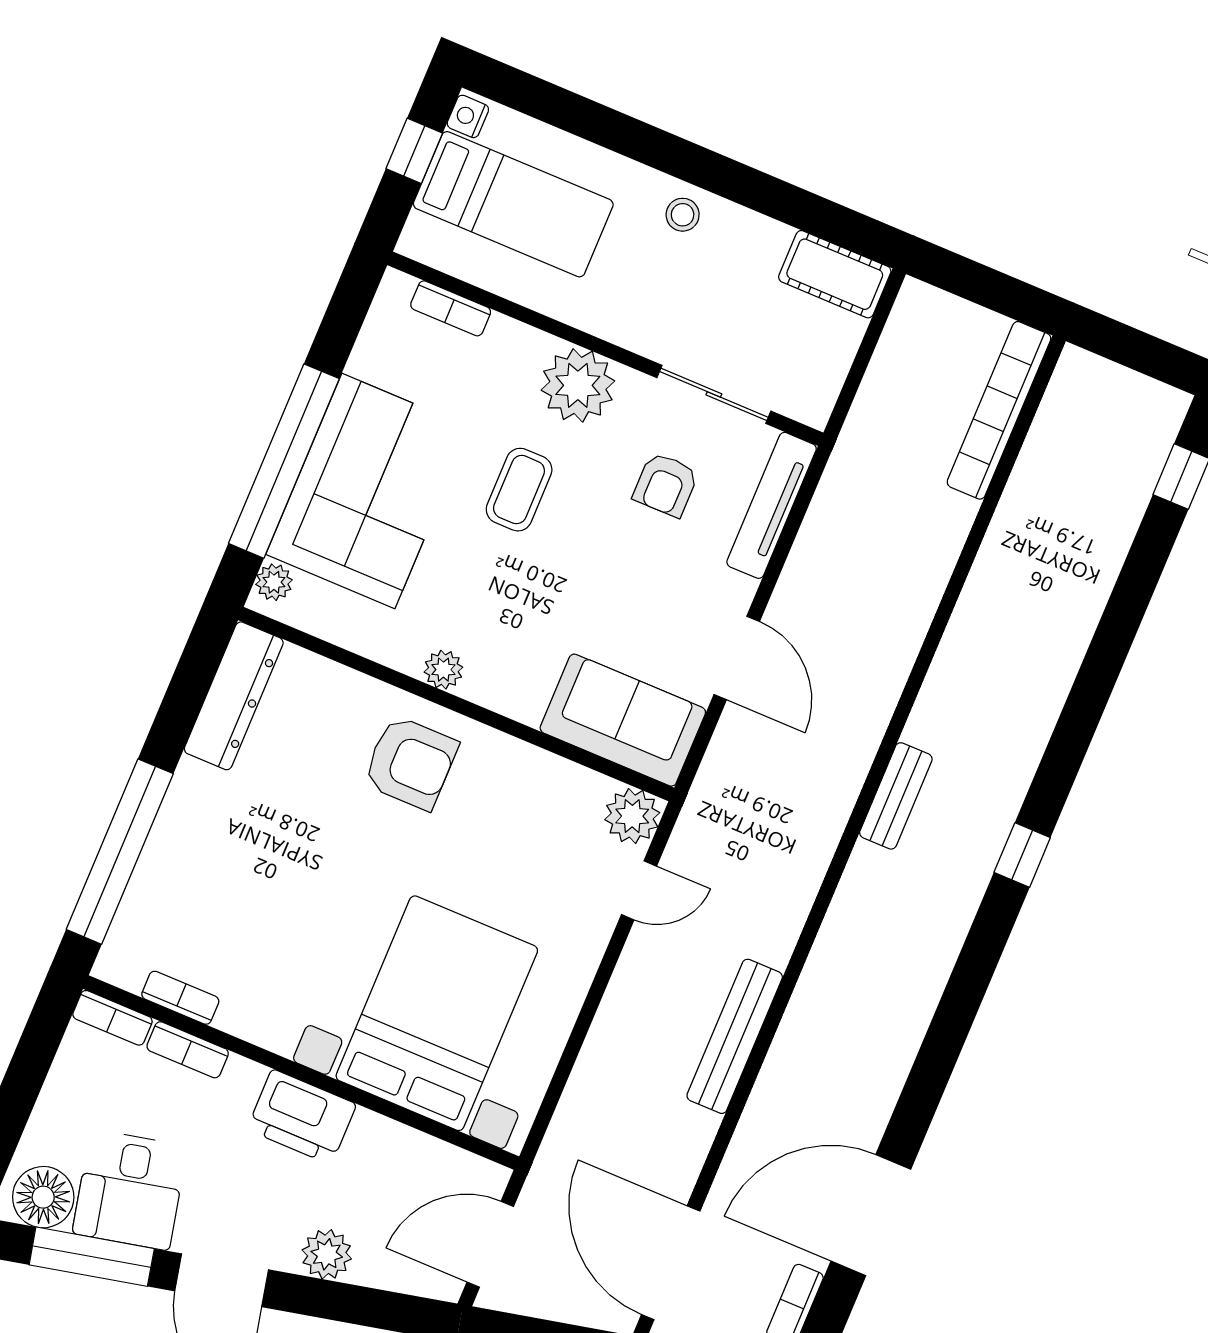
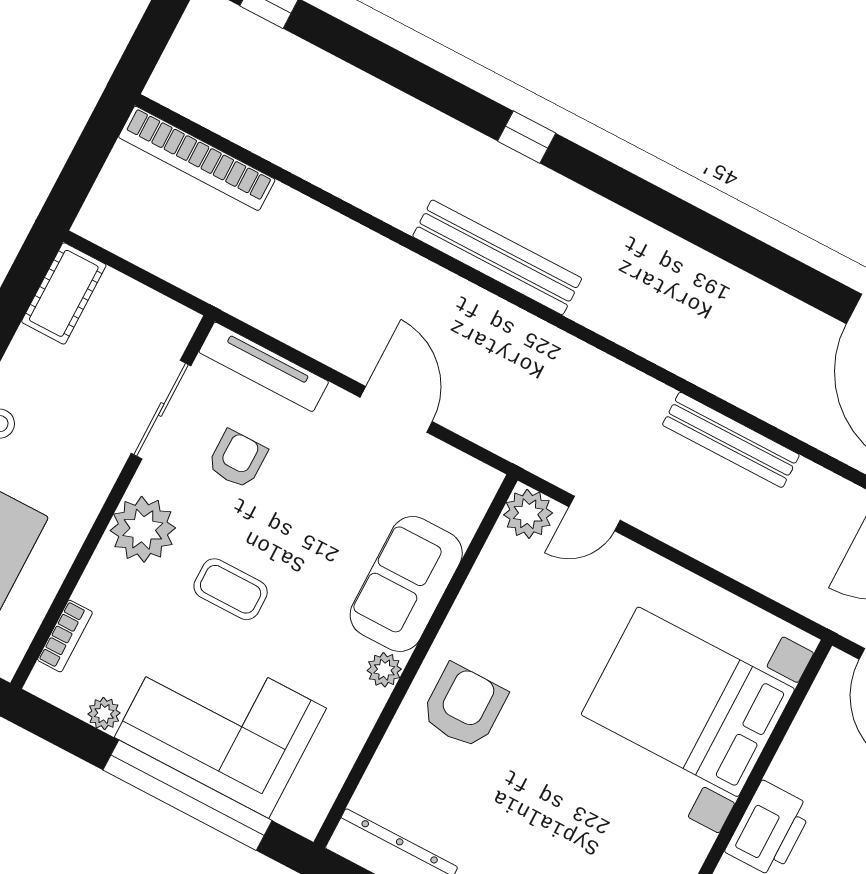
armchair: (666, 485) -> (237, 459), turned -90
plant: (274, 582) -> (104, 714), moved
door: (737, 658) -> (396, 409), hinge flipped
sofa: (623, 720) -> (406, 584), moved
bench: (896, 796) -> (497, 257), width x1.86, depth x1.21
window: (1022, 855) -> (527, 137), moved
door: (639, 890) -> (594, 513), swing flipped

